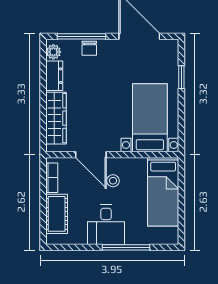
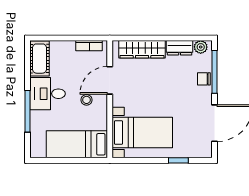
cot: (57, 214) -> (39, 59), moved, turned 90

